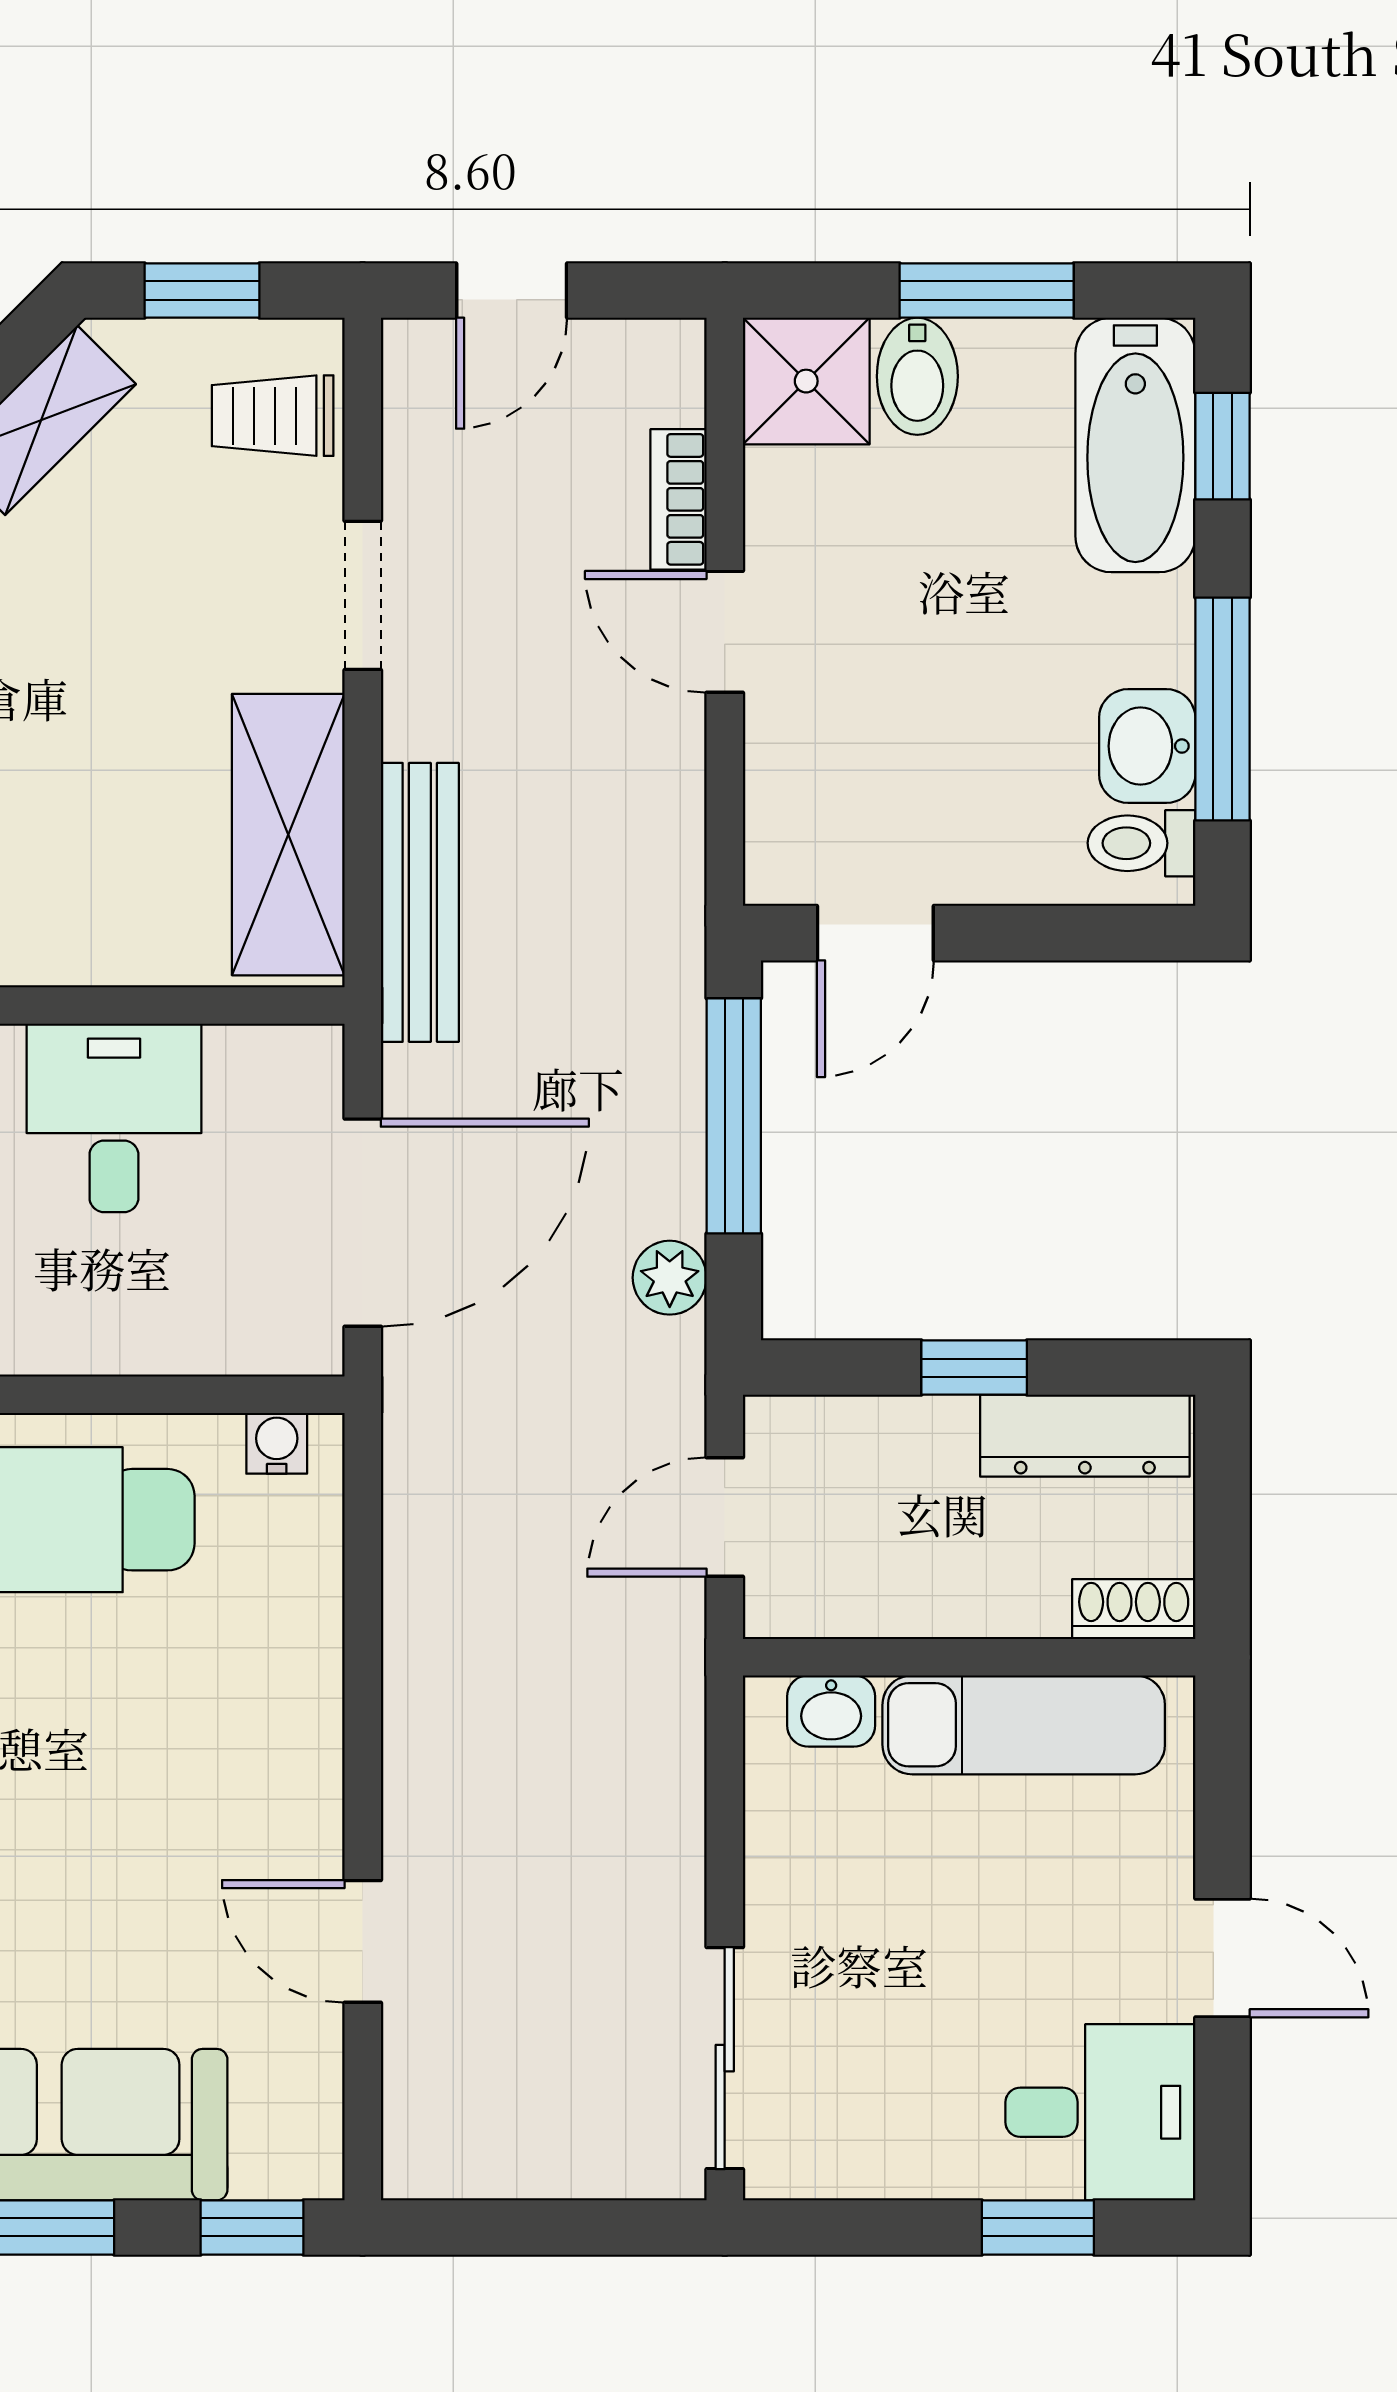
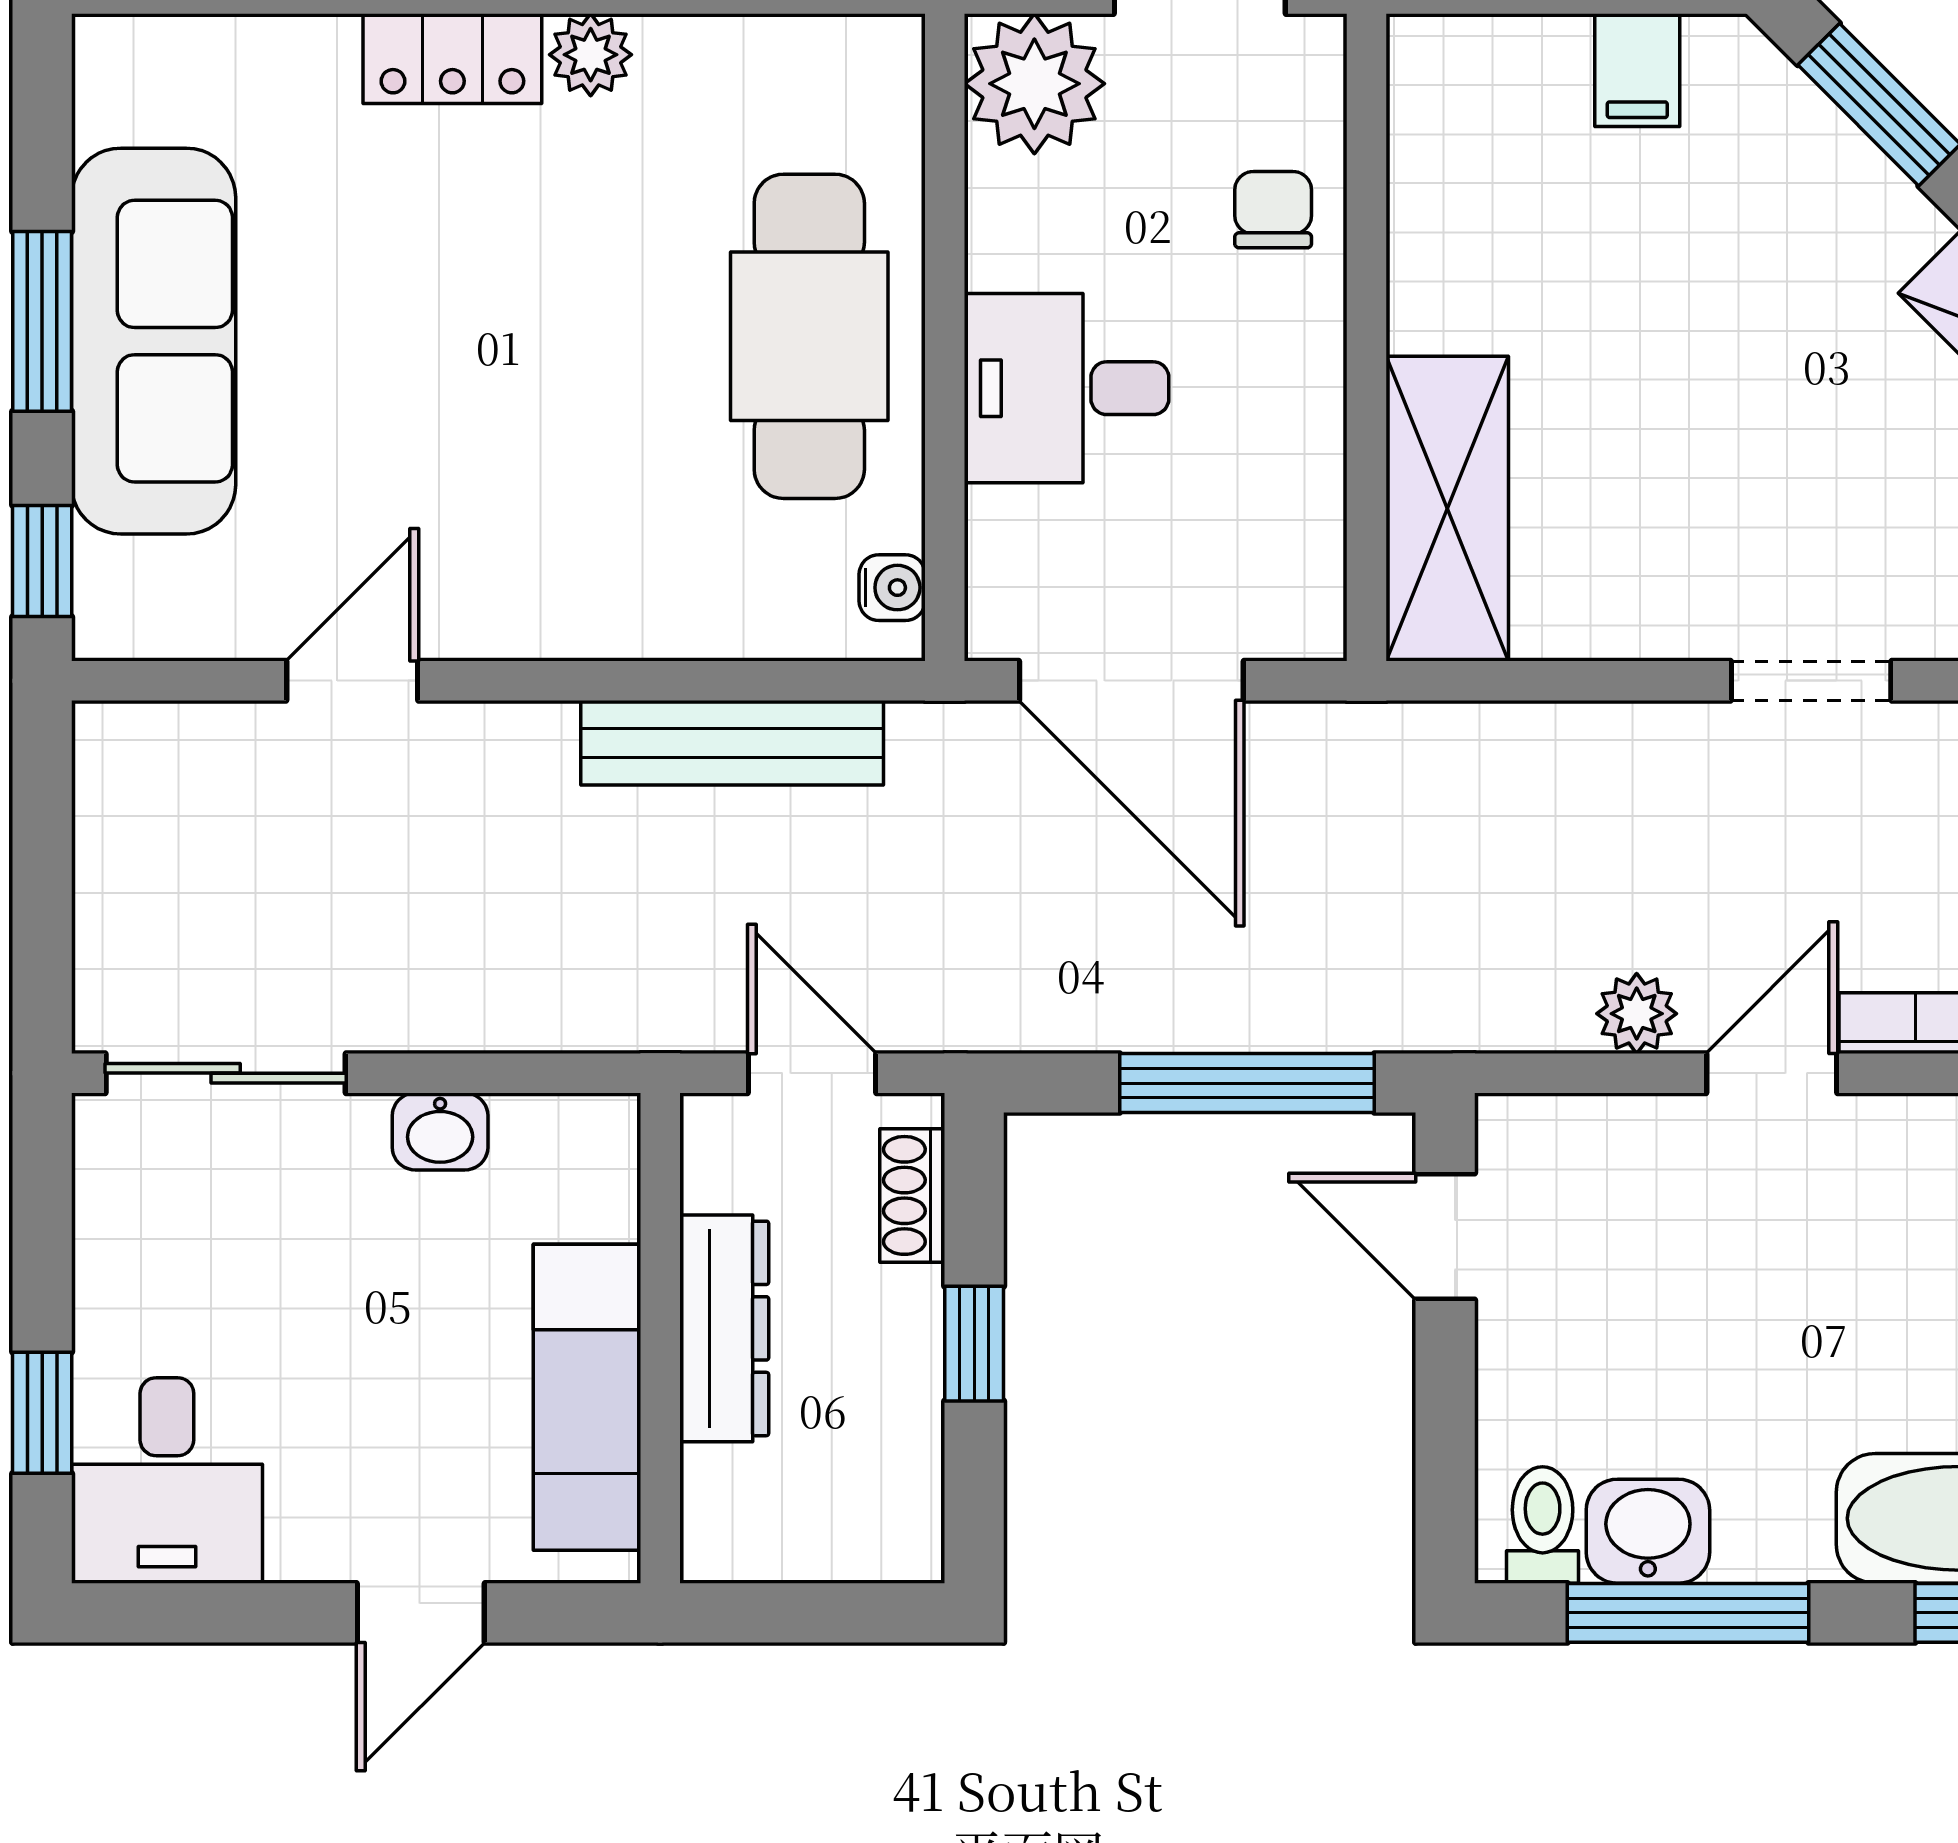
shelving: (288, 835) -> (1447, 509), moved, turned 90
bench: (420, 902) -> (732, 743), moved
desk: (114, 1118) -> (1067, 388), moved, turned 180
plant: (670, 1278) -> (1637, 1014), moved
dresser: (1085, 1436) -> (724, 1328), moved, turned 180
shoe rack: (1134, 1609) -> (912, 1195), moved, turned 180
washbasin: (831, 1711) -> (440, 1131), moved, turned -90
door: (1223, 1958) -> (421, 1613), moved

